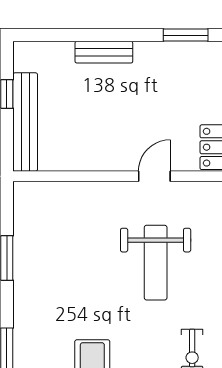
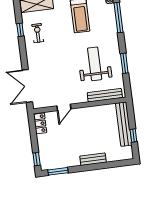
bench: (60, 192) -> (105, 95), added
weight bench: (156, 263) -> (95, 64), moved

